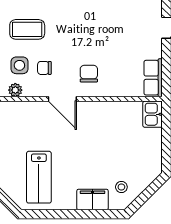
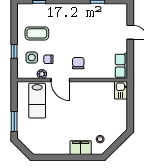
plant: (15, 90) -> (42, 74), moved
lab bench: (39, 177) -> (37, 101), moved

